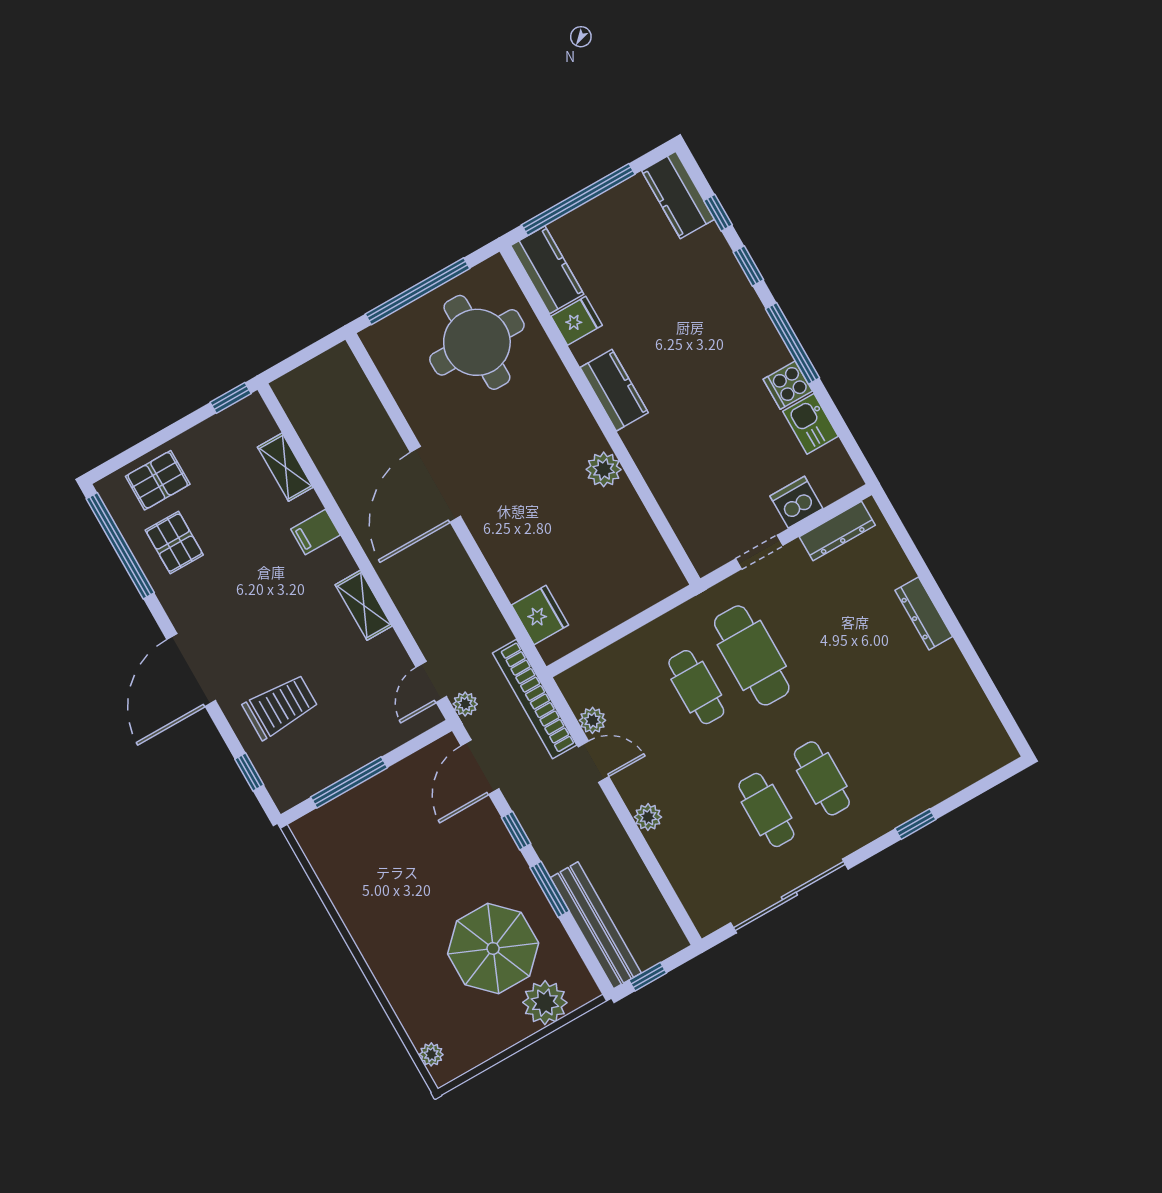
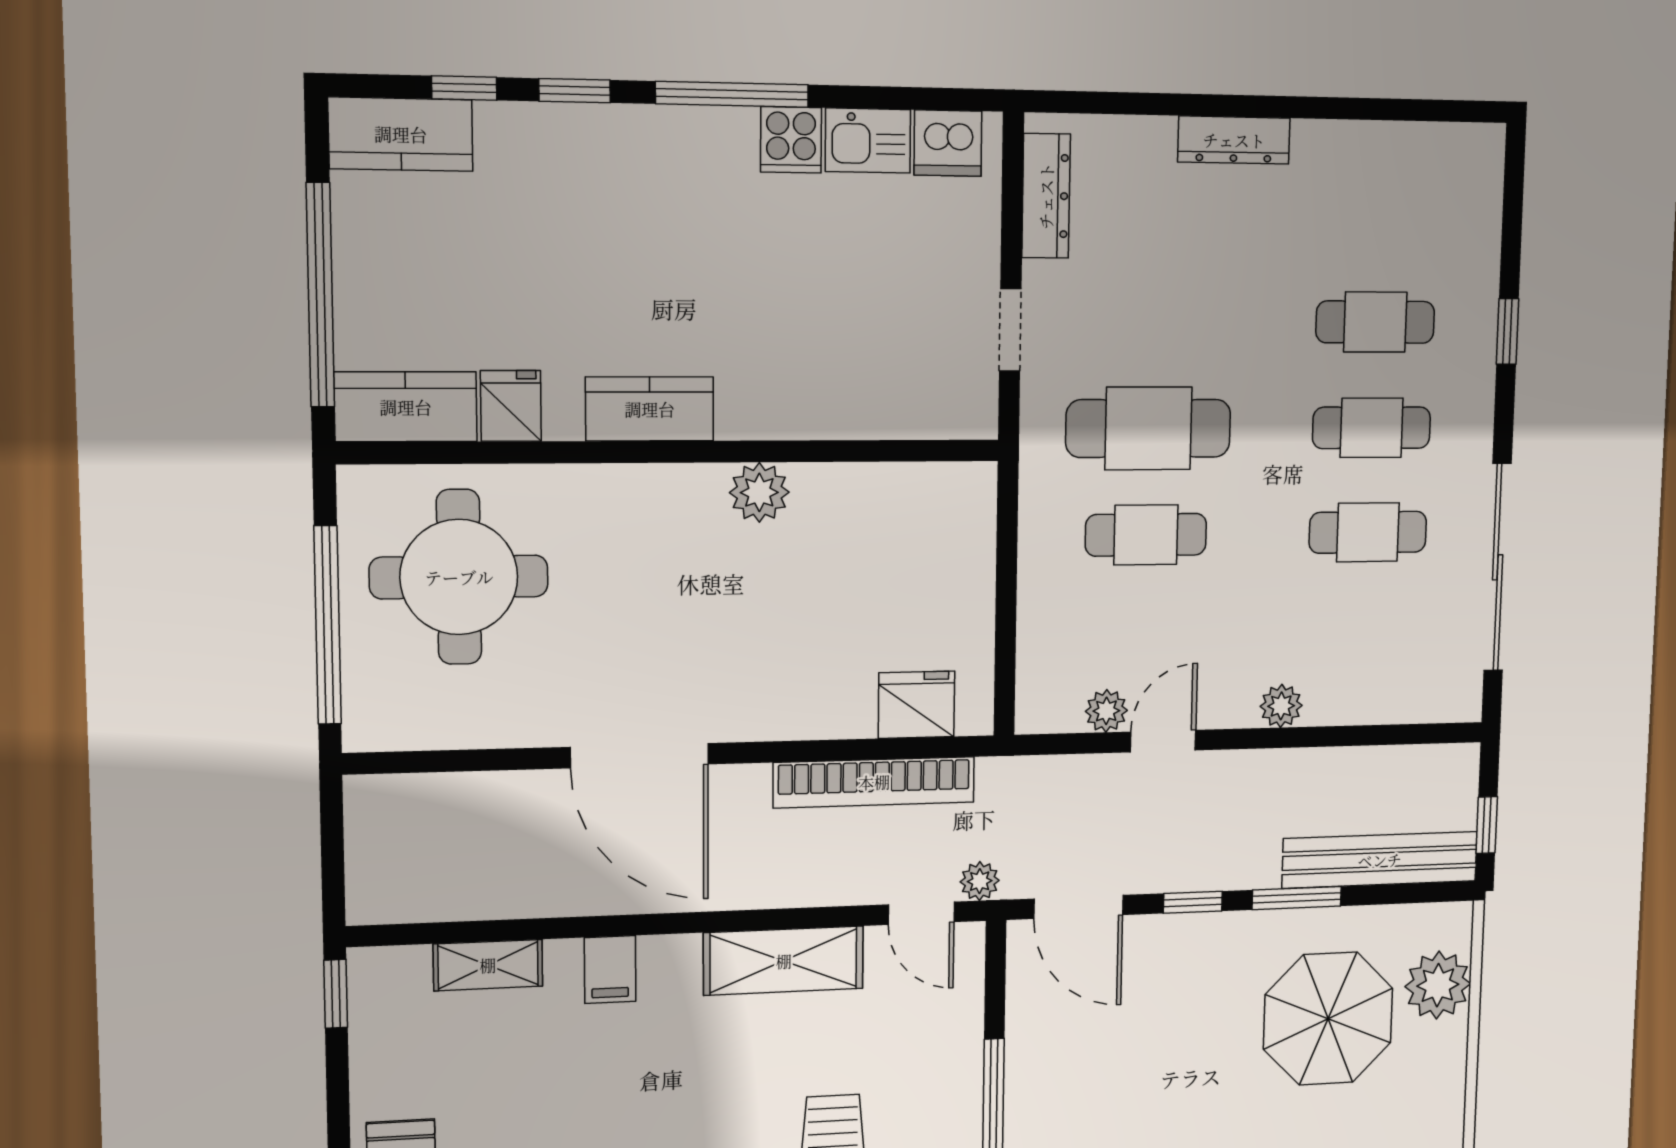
dishwasher: (796, 502) -> (948, 143), moved, turned -90
shelving: (364, 605) -> (784, 961), width x1.50, depth x1.33
bookcase: (535, 699) -> (874, 782), moved
cafe table: (877, 747) -> (1375, 322), added

